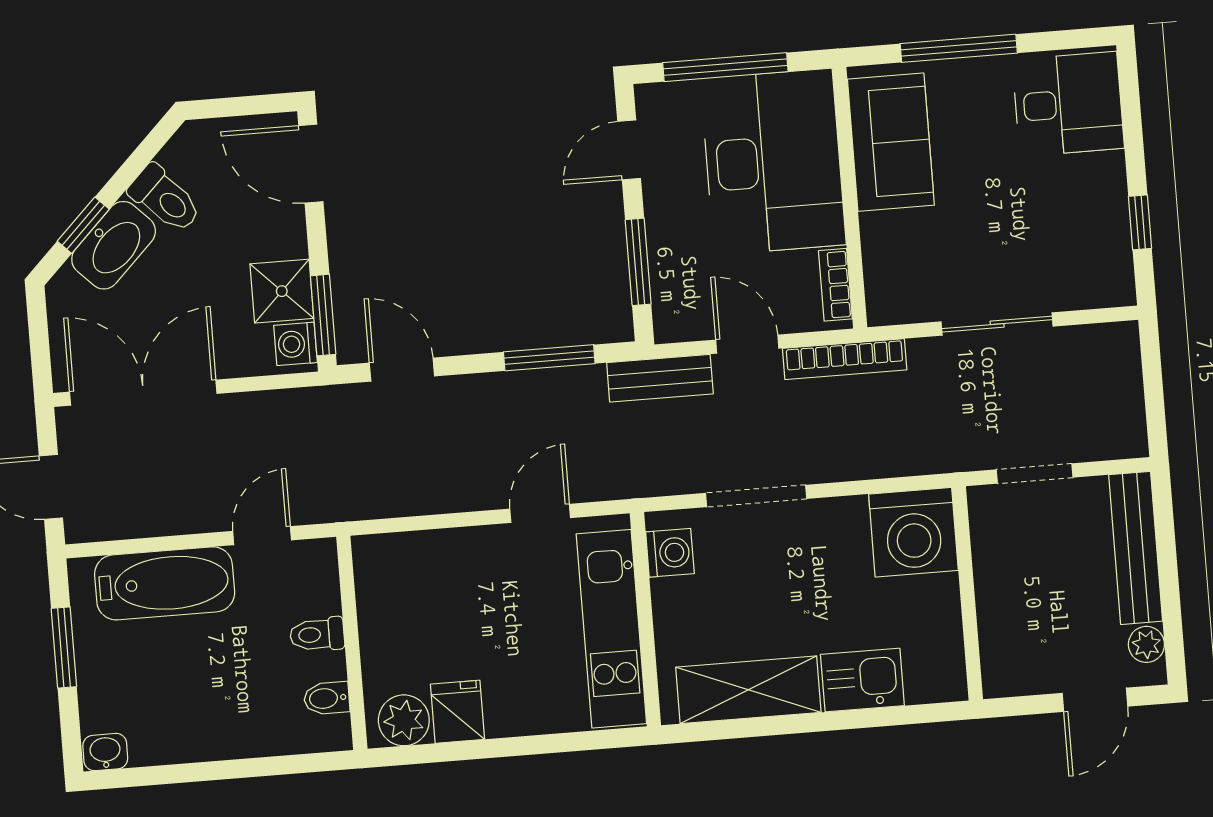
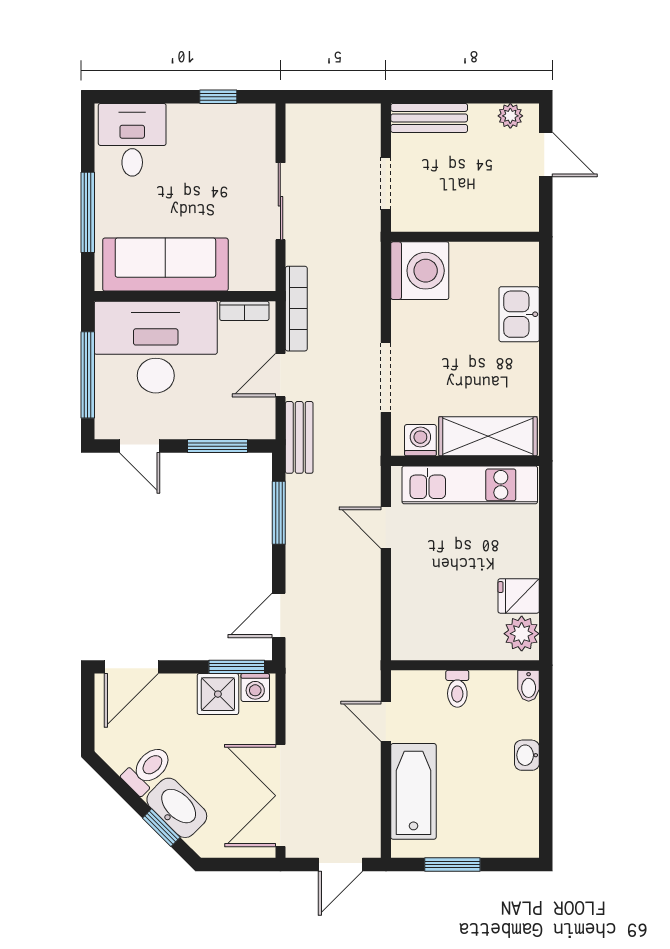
sofa: (891, 142) -> (165, 265), width x1.36
bench: (1136, 548) -> (429, 118), width x0.73
shelving: (748, 690) -> (488, 436), moved, turned 90
bidet: (327, 698) -> (529, 686), moved
washbasin: (105, 752) -> (527, 755), moved

